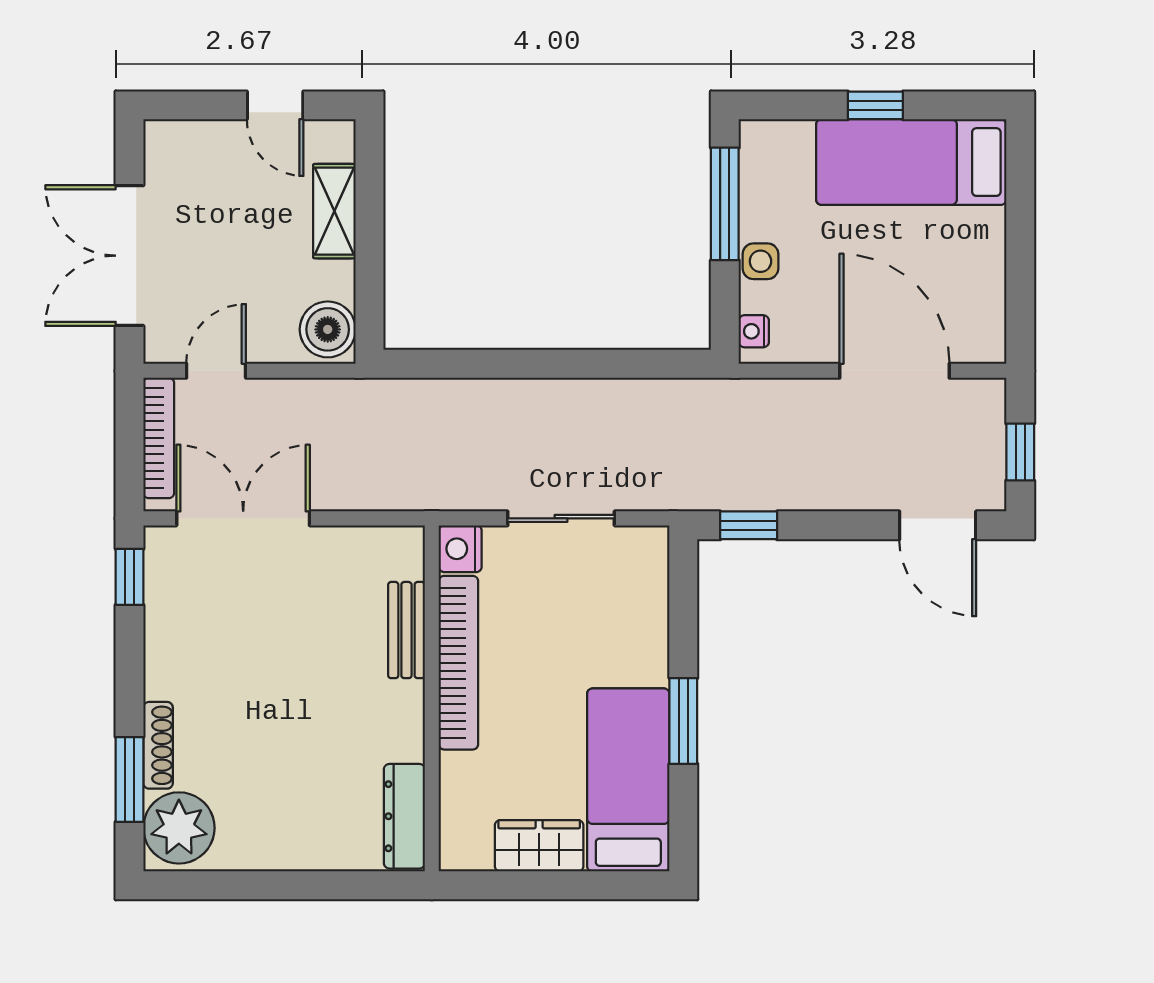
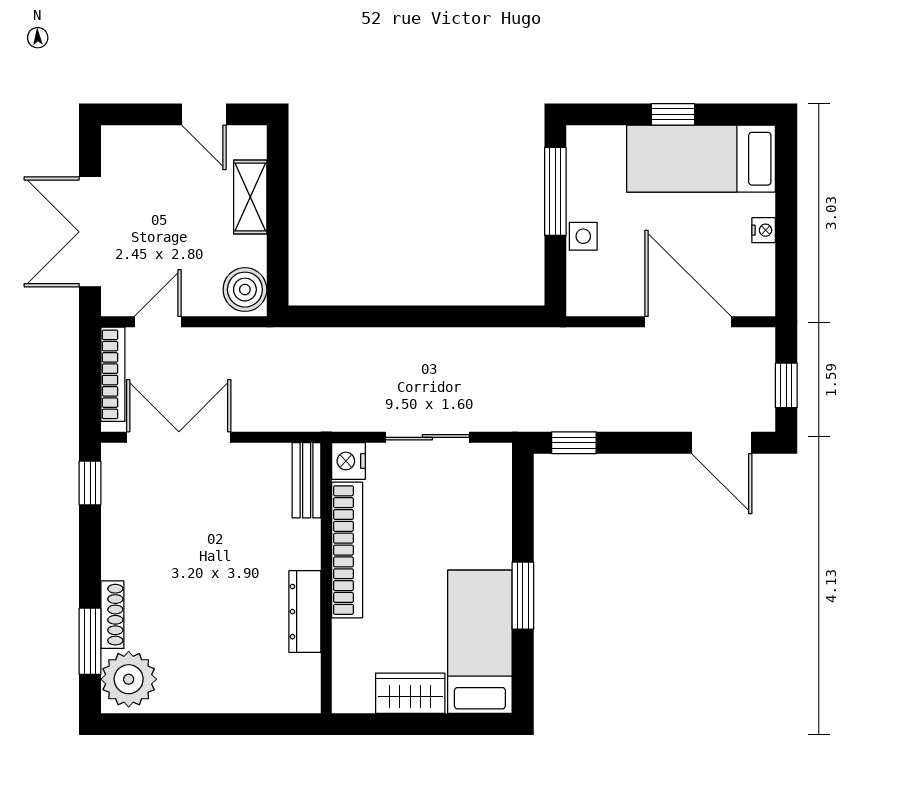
nightstand: (754, 331) -> (764, 230), moved, turned 180
bench: (406, 630) -> (307, 480), moved
dresser: (404, 816) -> (305, 612), moved

